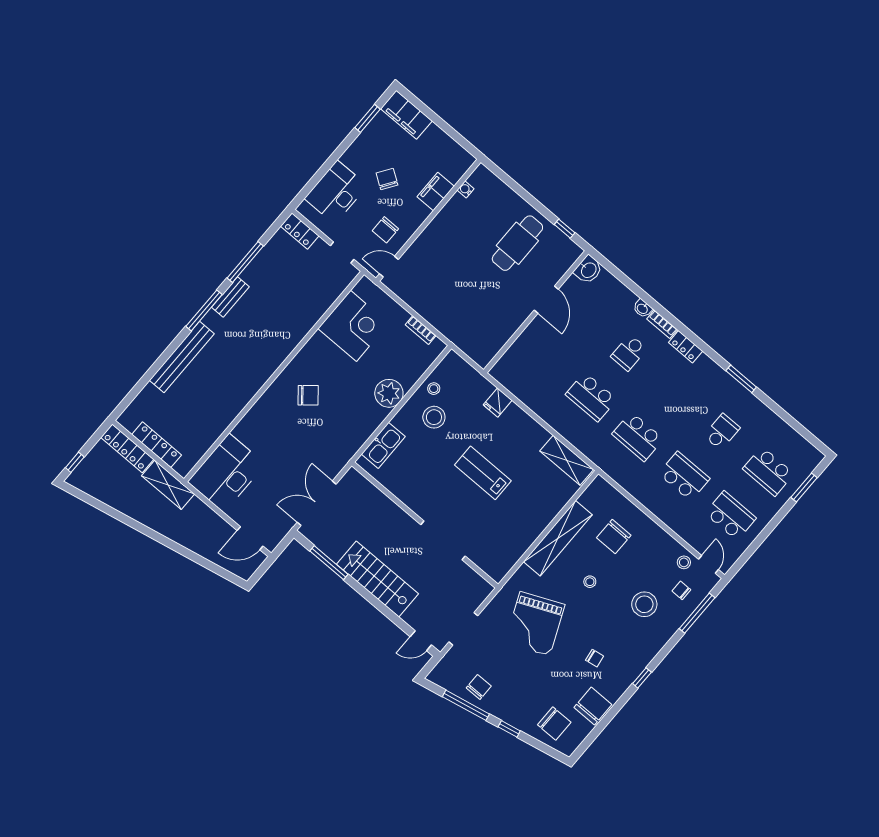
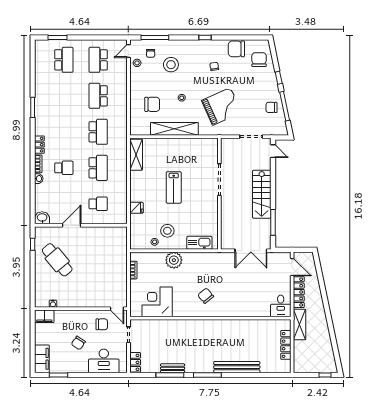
filing cabinet: (436, 192) -> (44, 316), moved
cafe table: (517, 243) -> (57, 260), turned 50
bench: (230, 297) -> (173, 368), moved
school desk: (722, 432) -> (98, 204), moved, turned 180
locker: (127, 448) -> (299, 292), moved
desk: (227, 473) -> (281, 306), width x0.53, depth x0.77

